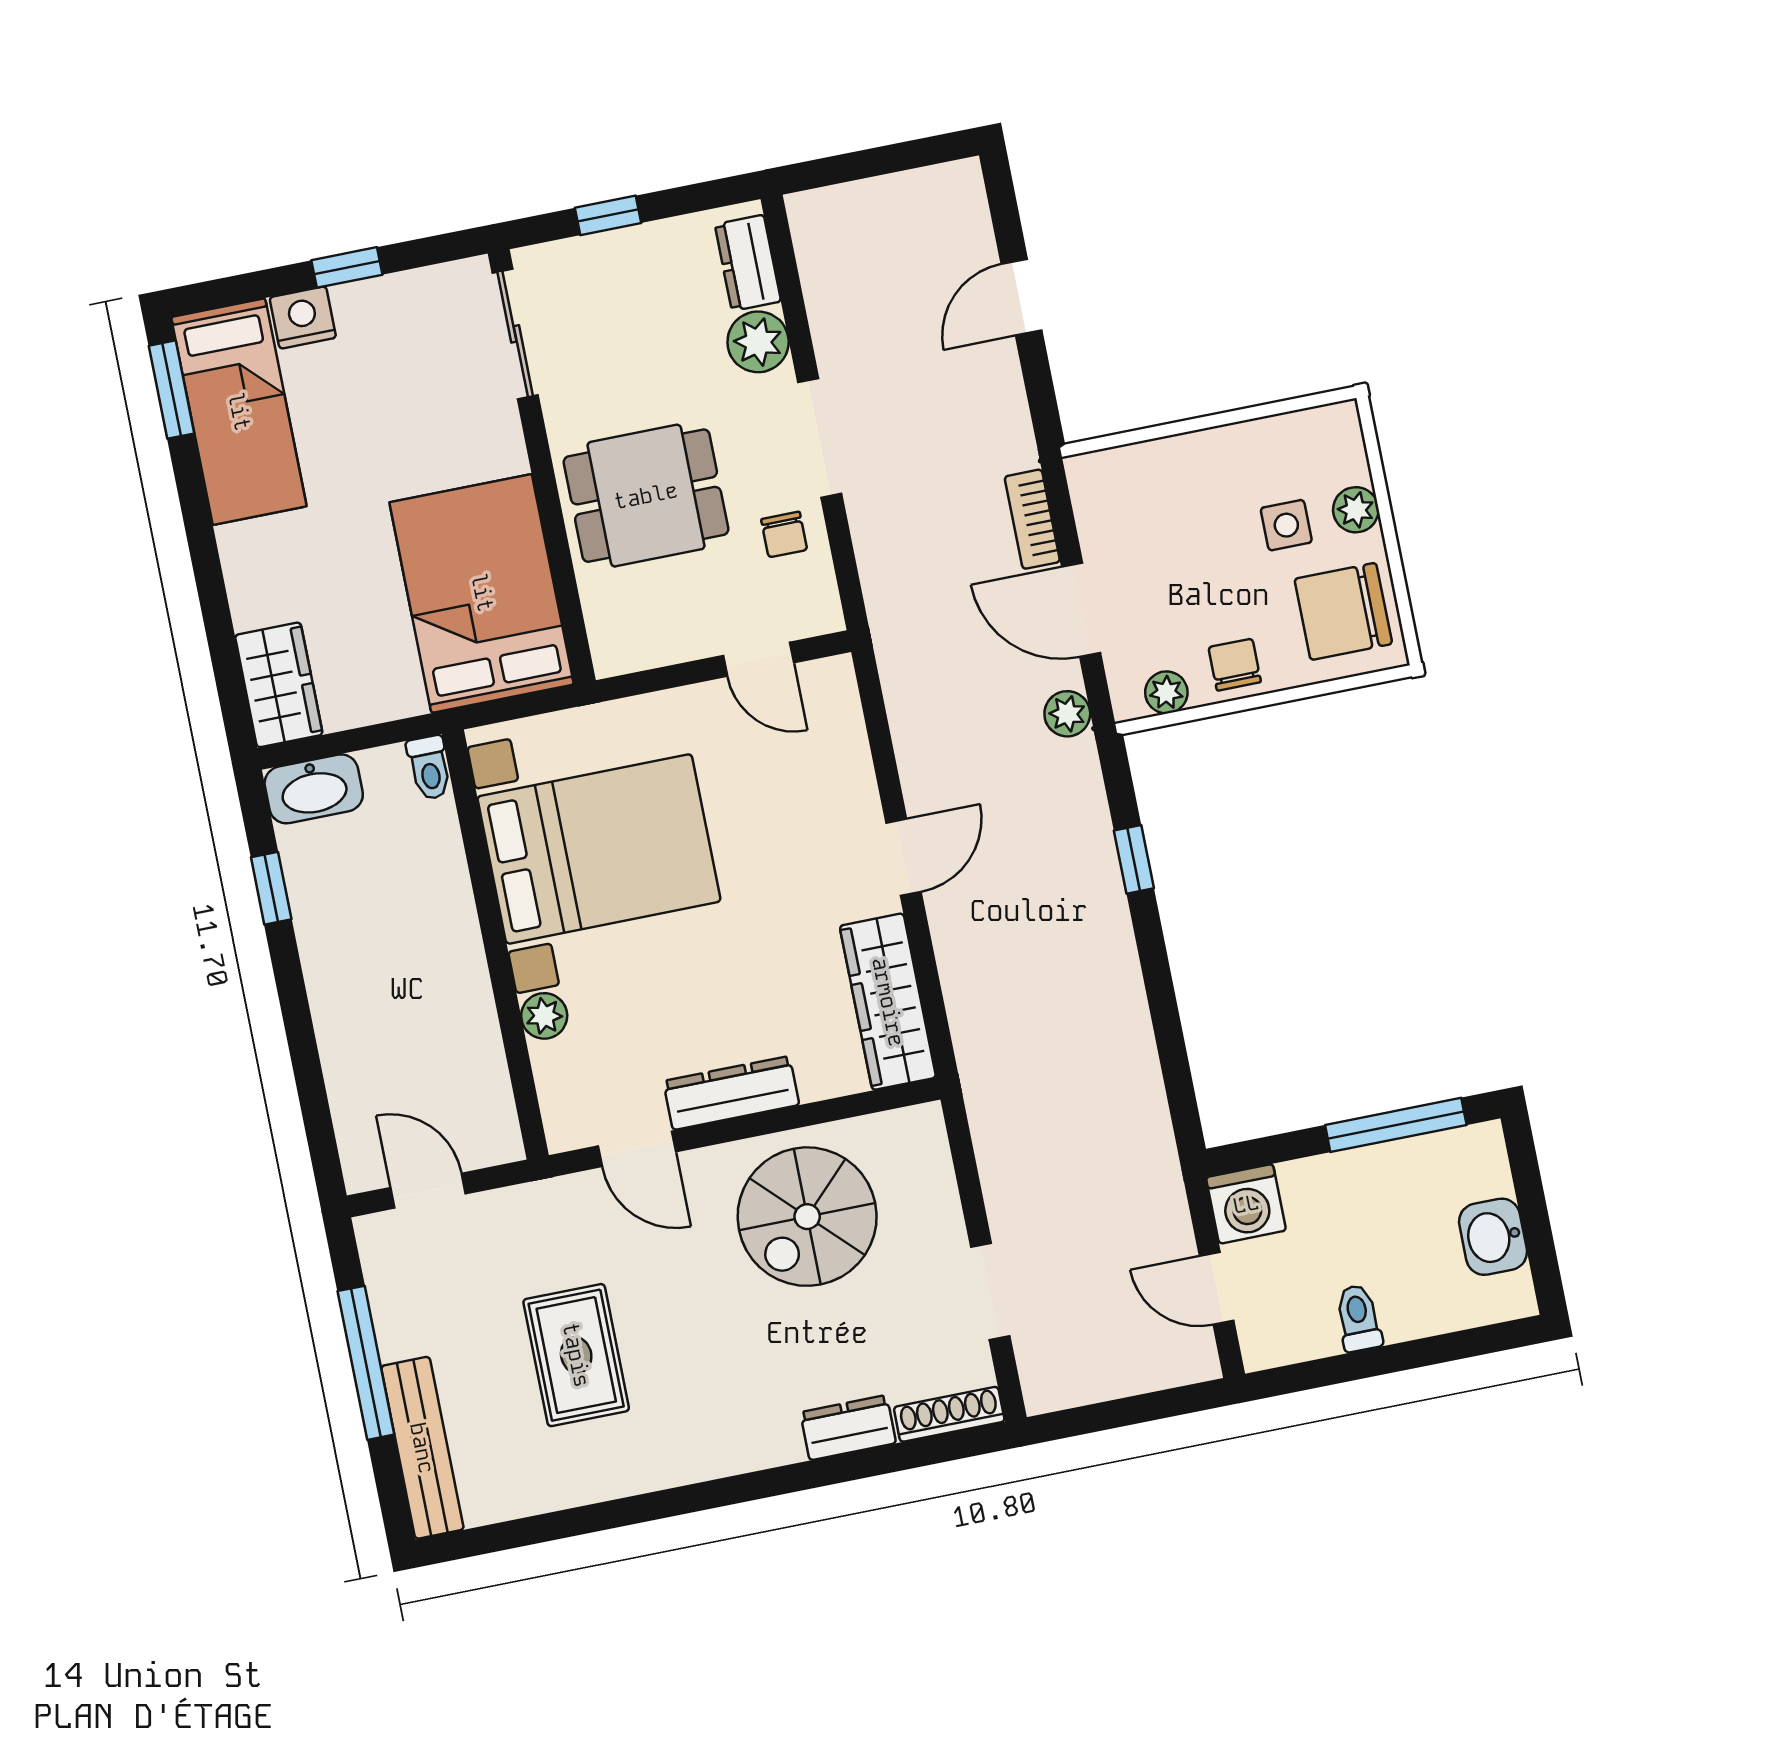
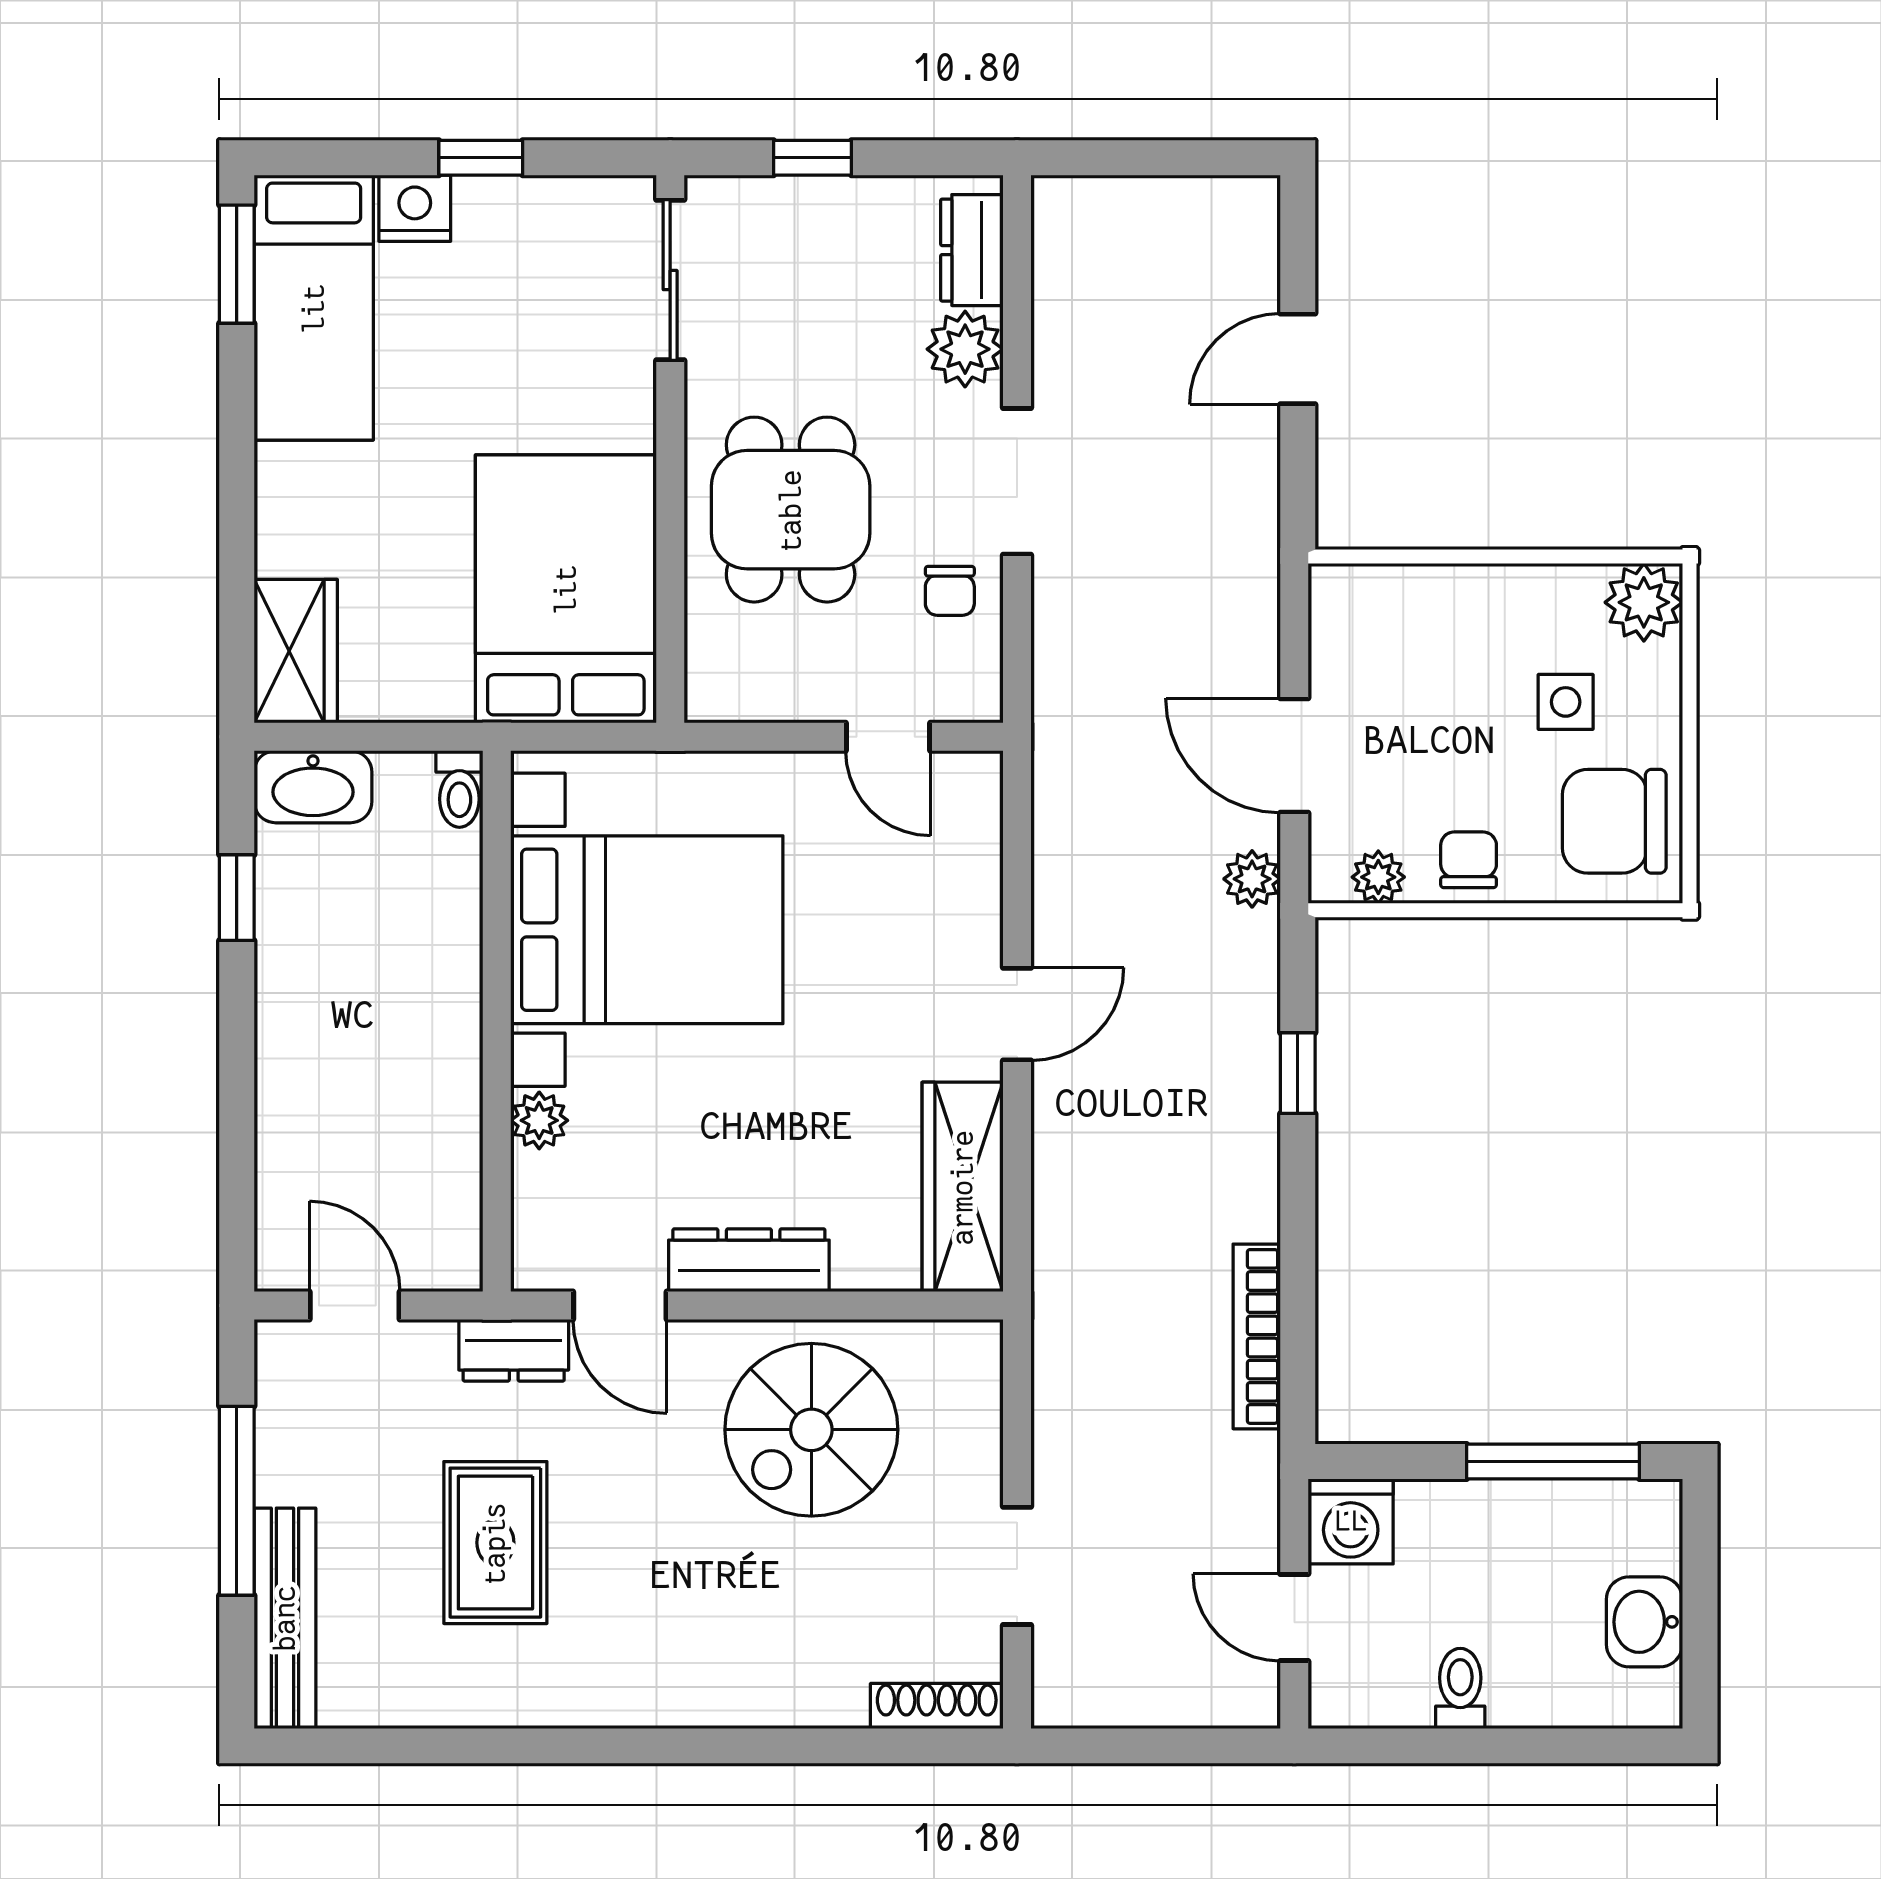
dining table: (646, 496) -> (791, 510), turned 90
plant: (1356, 510) -> (1644, 602), moved, width x1.38, depth x1.38
bookcase: (1032, 519) -> (1257, 1336), moved, width x1.56
dresser: (848, 1428) -> (514, 1350), moved, turned 180

